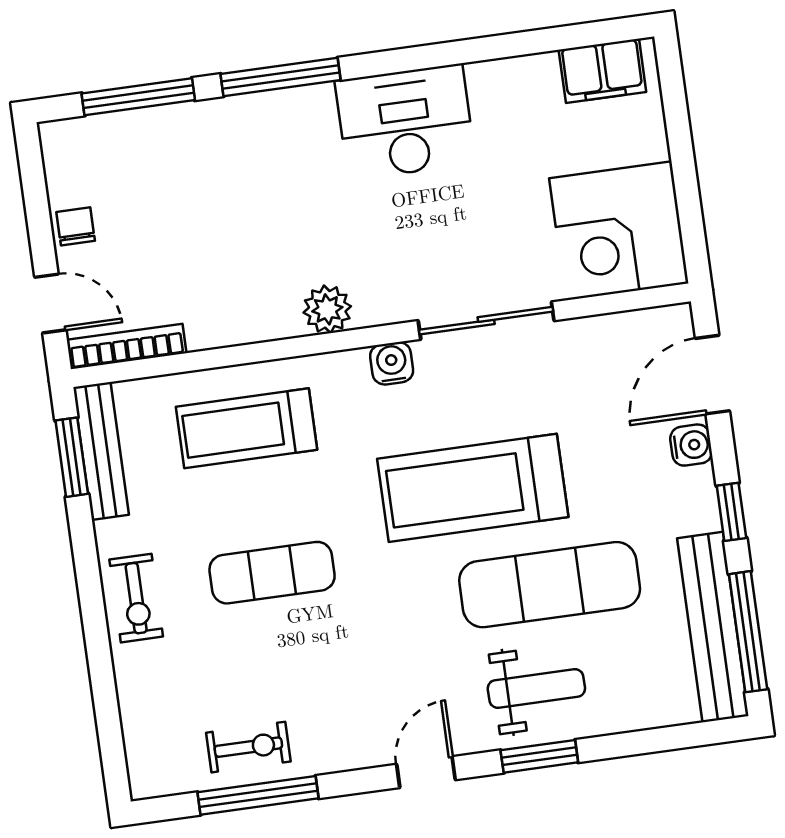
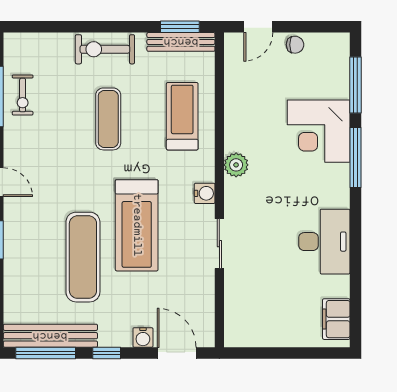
desk: (405, 122) -> (324, 242), moved
corner desk: (619, 231) -> (319, 131), moved, turned -90
sliding door: (486, 321) -> (219, 244), width x0.73
bookcase: (127, 346) -> (231, 62), removed
treadmill: (473, 488) -> (137, 225), turned 180
exercise bike: (136, 598) -> (105, 49), width x1.38, depth x1.39
weight bench: (536, 688) -> (32, 243), removed

